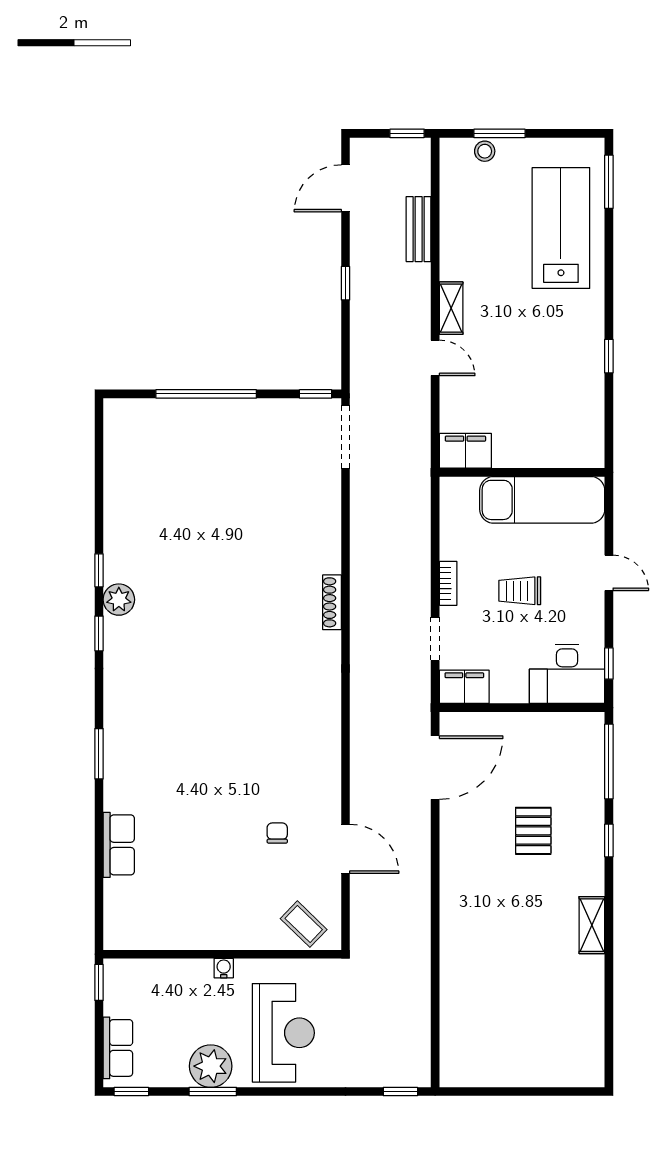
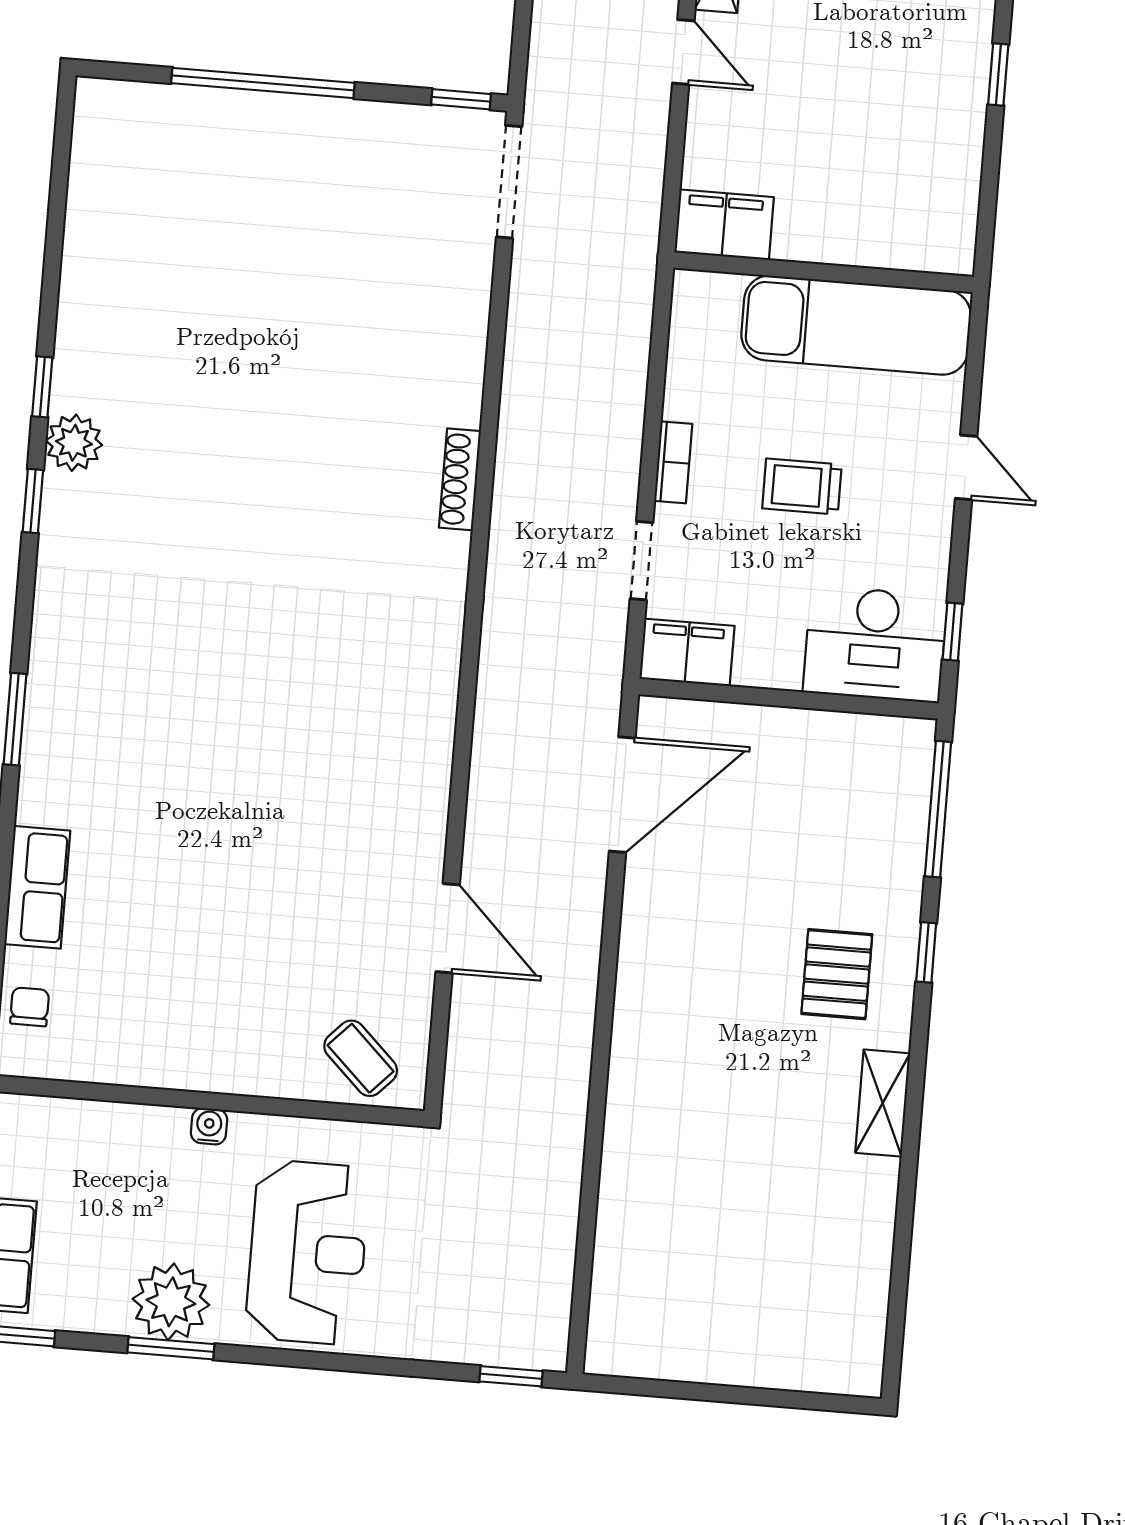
pallet: (533, 831) -> (837, 974), moved
chair: (277, 833) -> (30, 1007), moved

